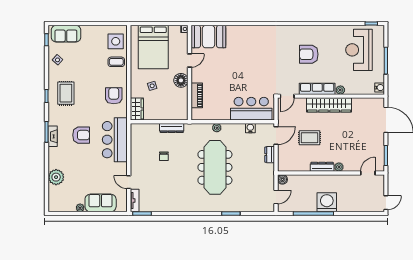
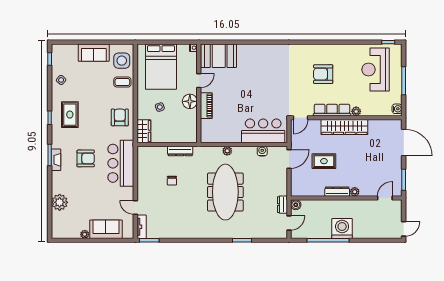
sofa: (66, 34) -> (94, 53), moved
piano: (197, 95) -> (206, 106), moved
dresser: (270, 155) -> (282, 205), moved

